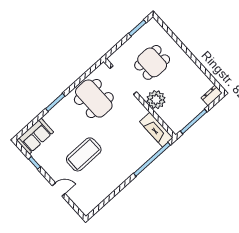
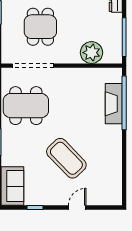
plant: (156, 100) -> (91, 53), moved
fireplace: (156, 130) -> (114, 104), moved, turned 90
coffee table: (84, 154) -> (66, 158), turned -44

